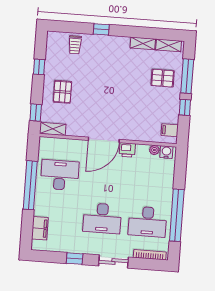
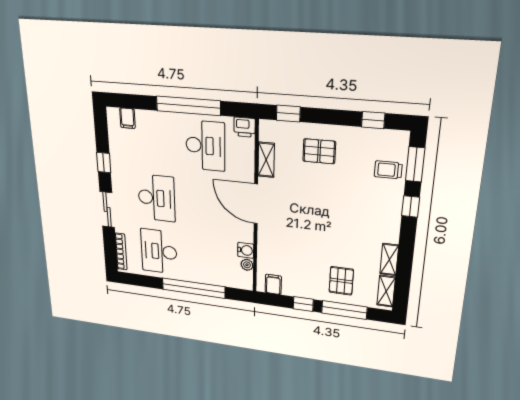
window: (71, 27) -> (415, 164), added
window: (39, 67) -> (373, 120), moved
shelving: (53, 129) -> (266, 160), moved
printer: (127, 150) -> (245, 127), moved, turned -90
water cooler: (166, 152) -> (246, 250), moved
window: (177, 215) -> (194, 288), moved
desk: (102, 218) -> (157, 198), turned 180
filing cabinet: (40, 228) -> (127, 118), width x0.50

